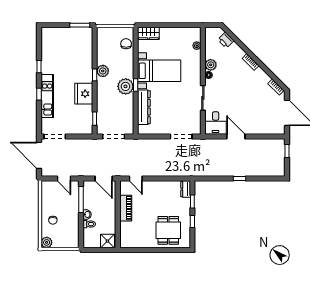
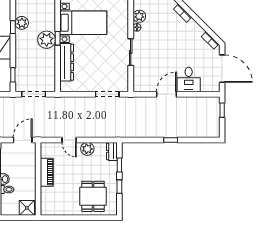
desk: (216, 123) -> (189, 80), moved
door: (236, 137) -> (167, 94), hinge flipped
door: (104, 179) -> (23, 140), swing flipped
door: (136, 179) -> (69, 140), moved
plant: (163, 187) -> (87, 149), added

